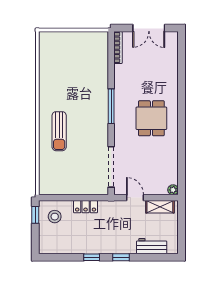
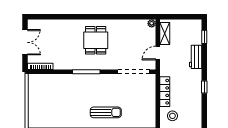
dining table: (151, 118) -> (96, 40), turned 90
locker: (86, 207) -> (165, 92), width x1.53
workbench: (152, 246) -> (196, 57), moved
window: (121, 257) -> (204, 37), moved

